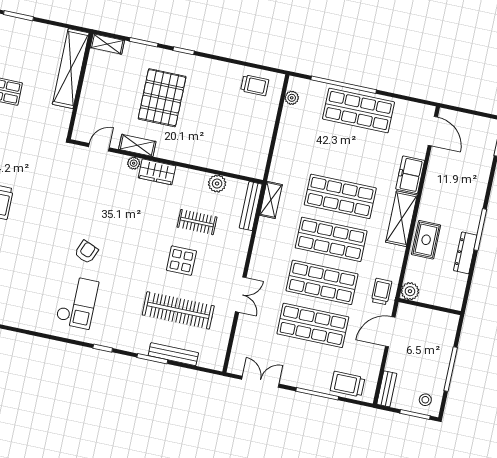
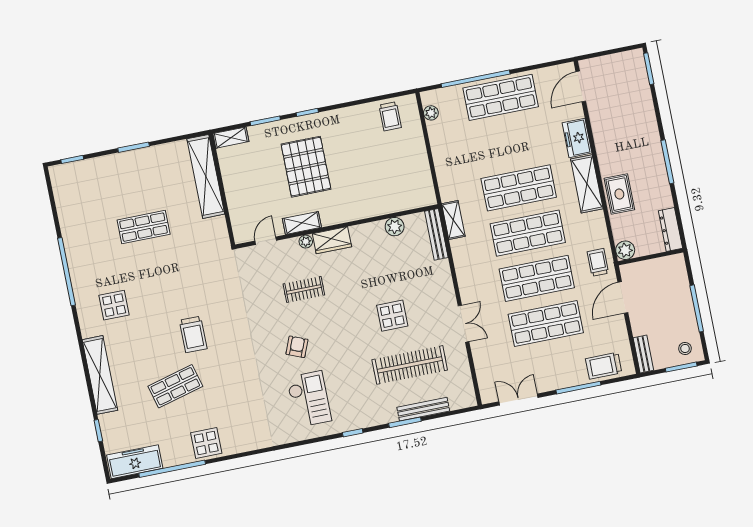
trolley: (255, 85) -> (390, 116), turned 90
door: (433, 131) -> (581, 86), swing flipped
clothes rail: (197, 222) -> (304, 289), moved
dresser: (465, 253) -> (670, 229), moved

